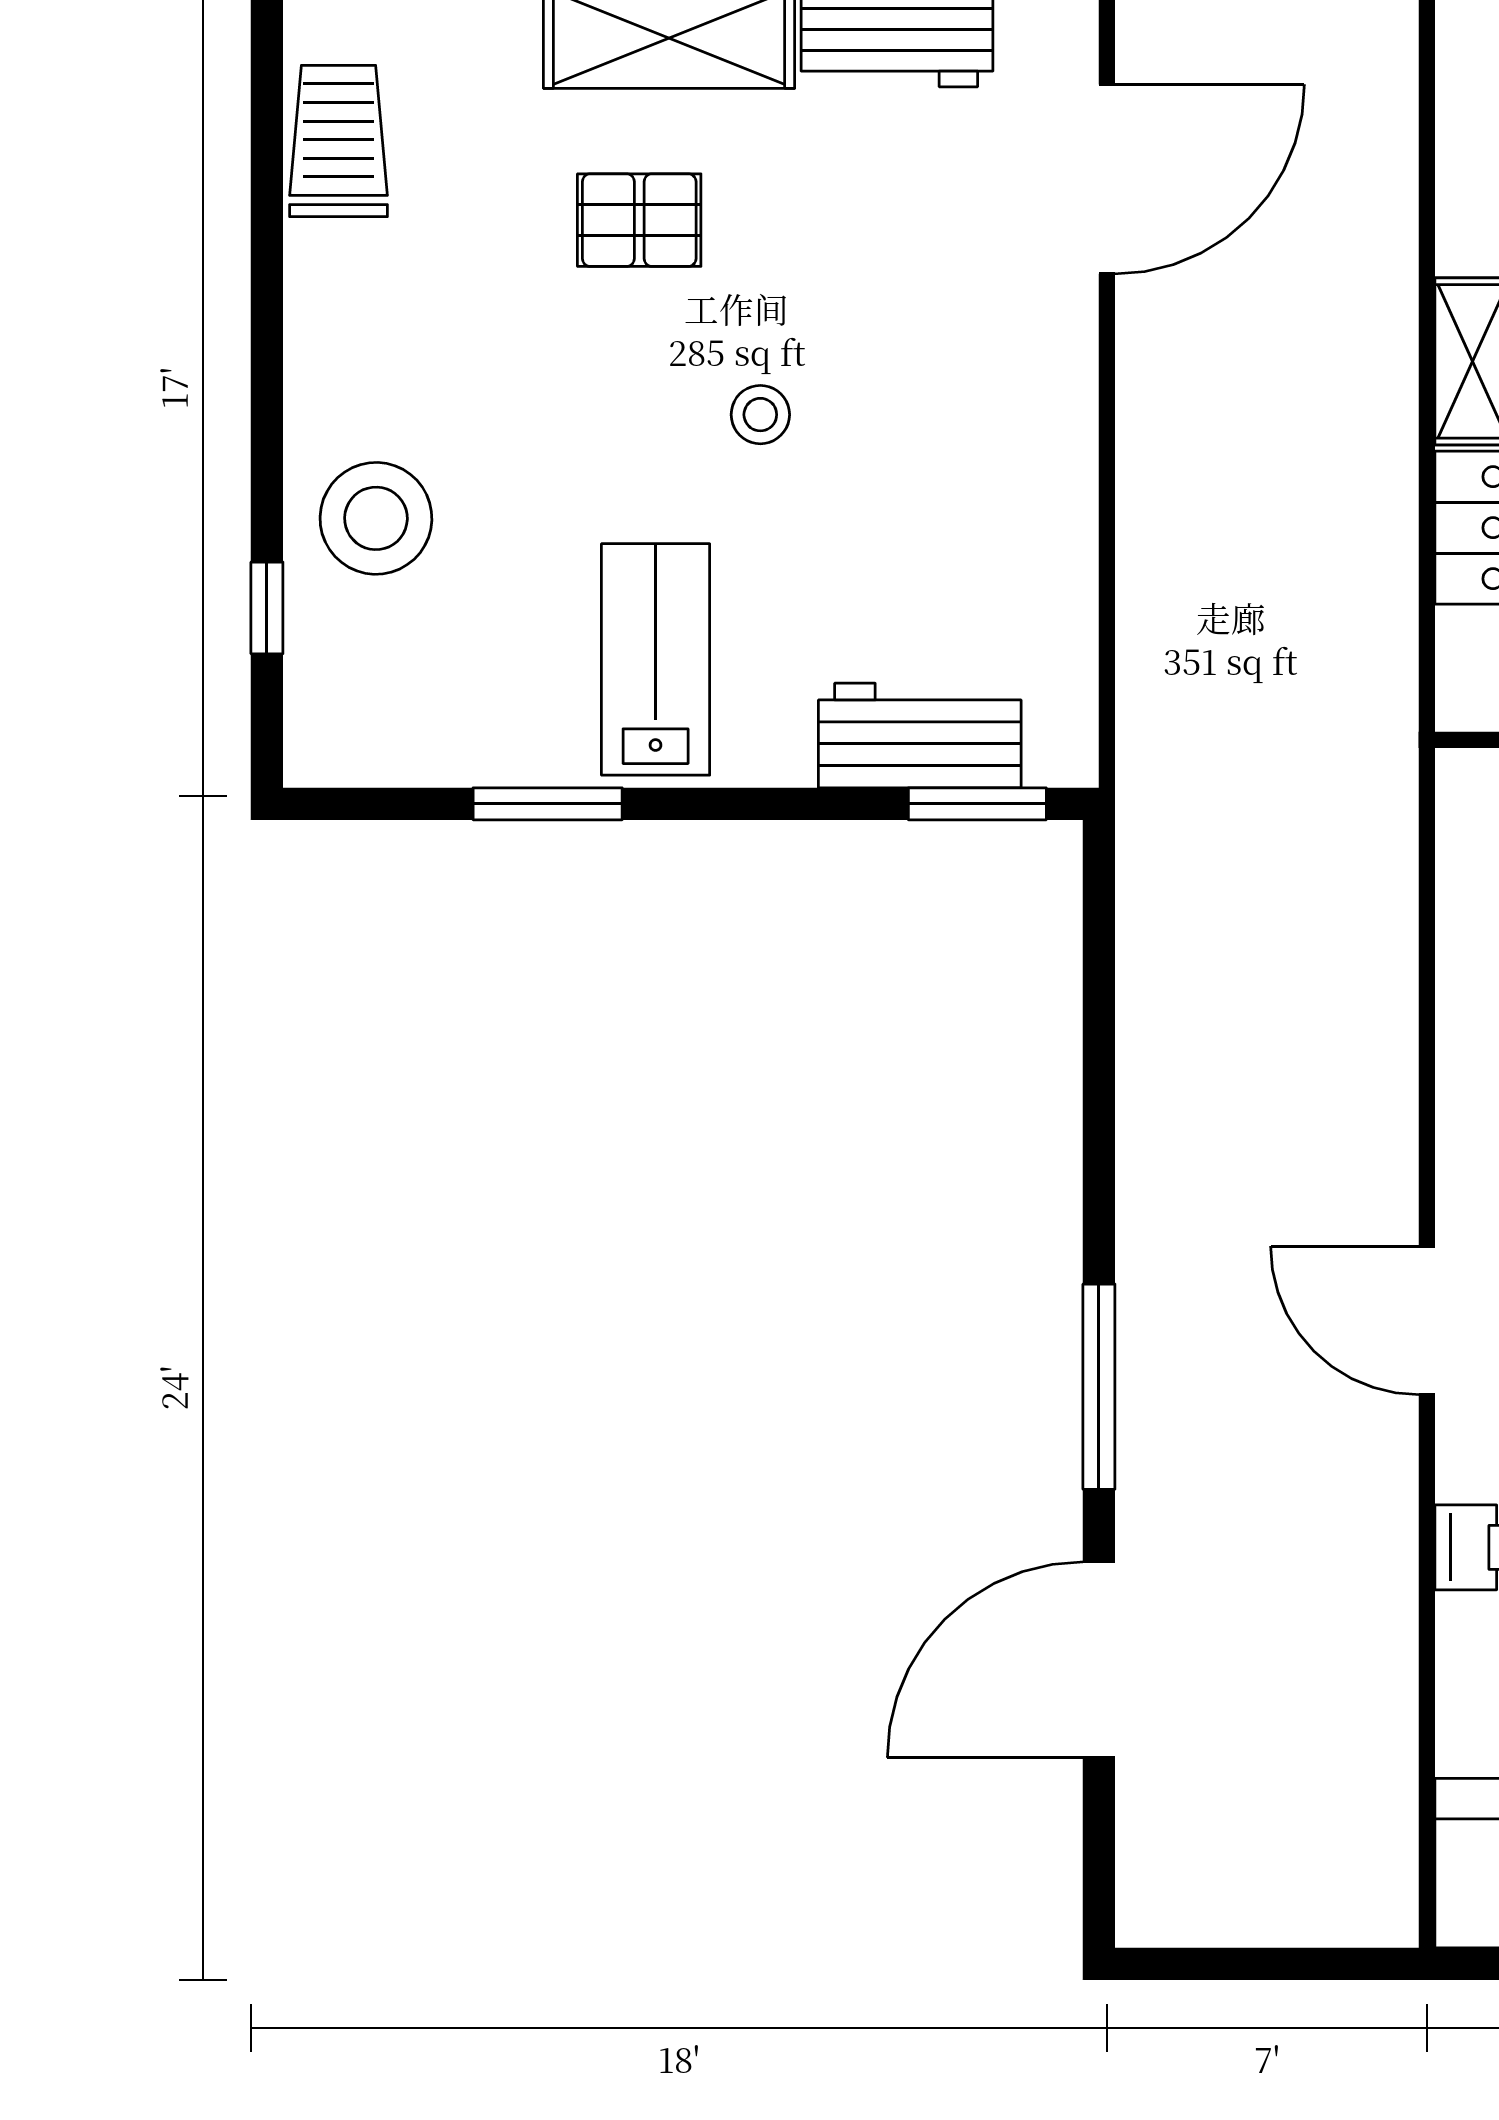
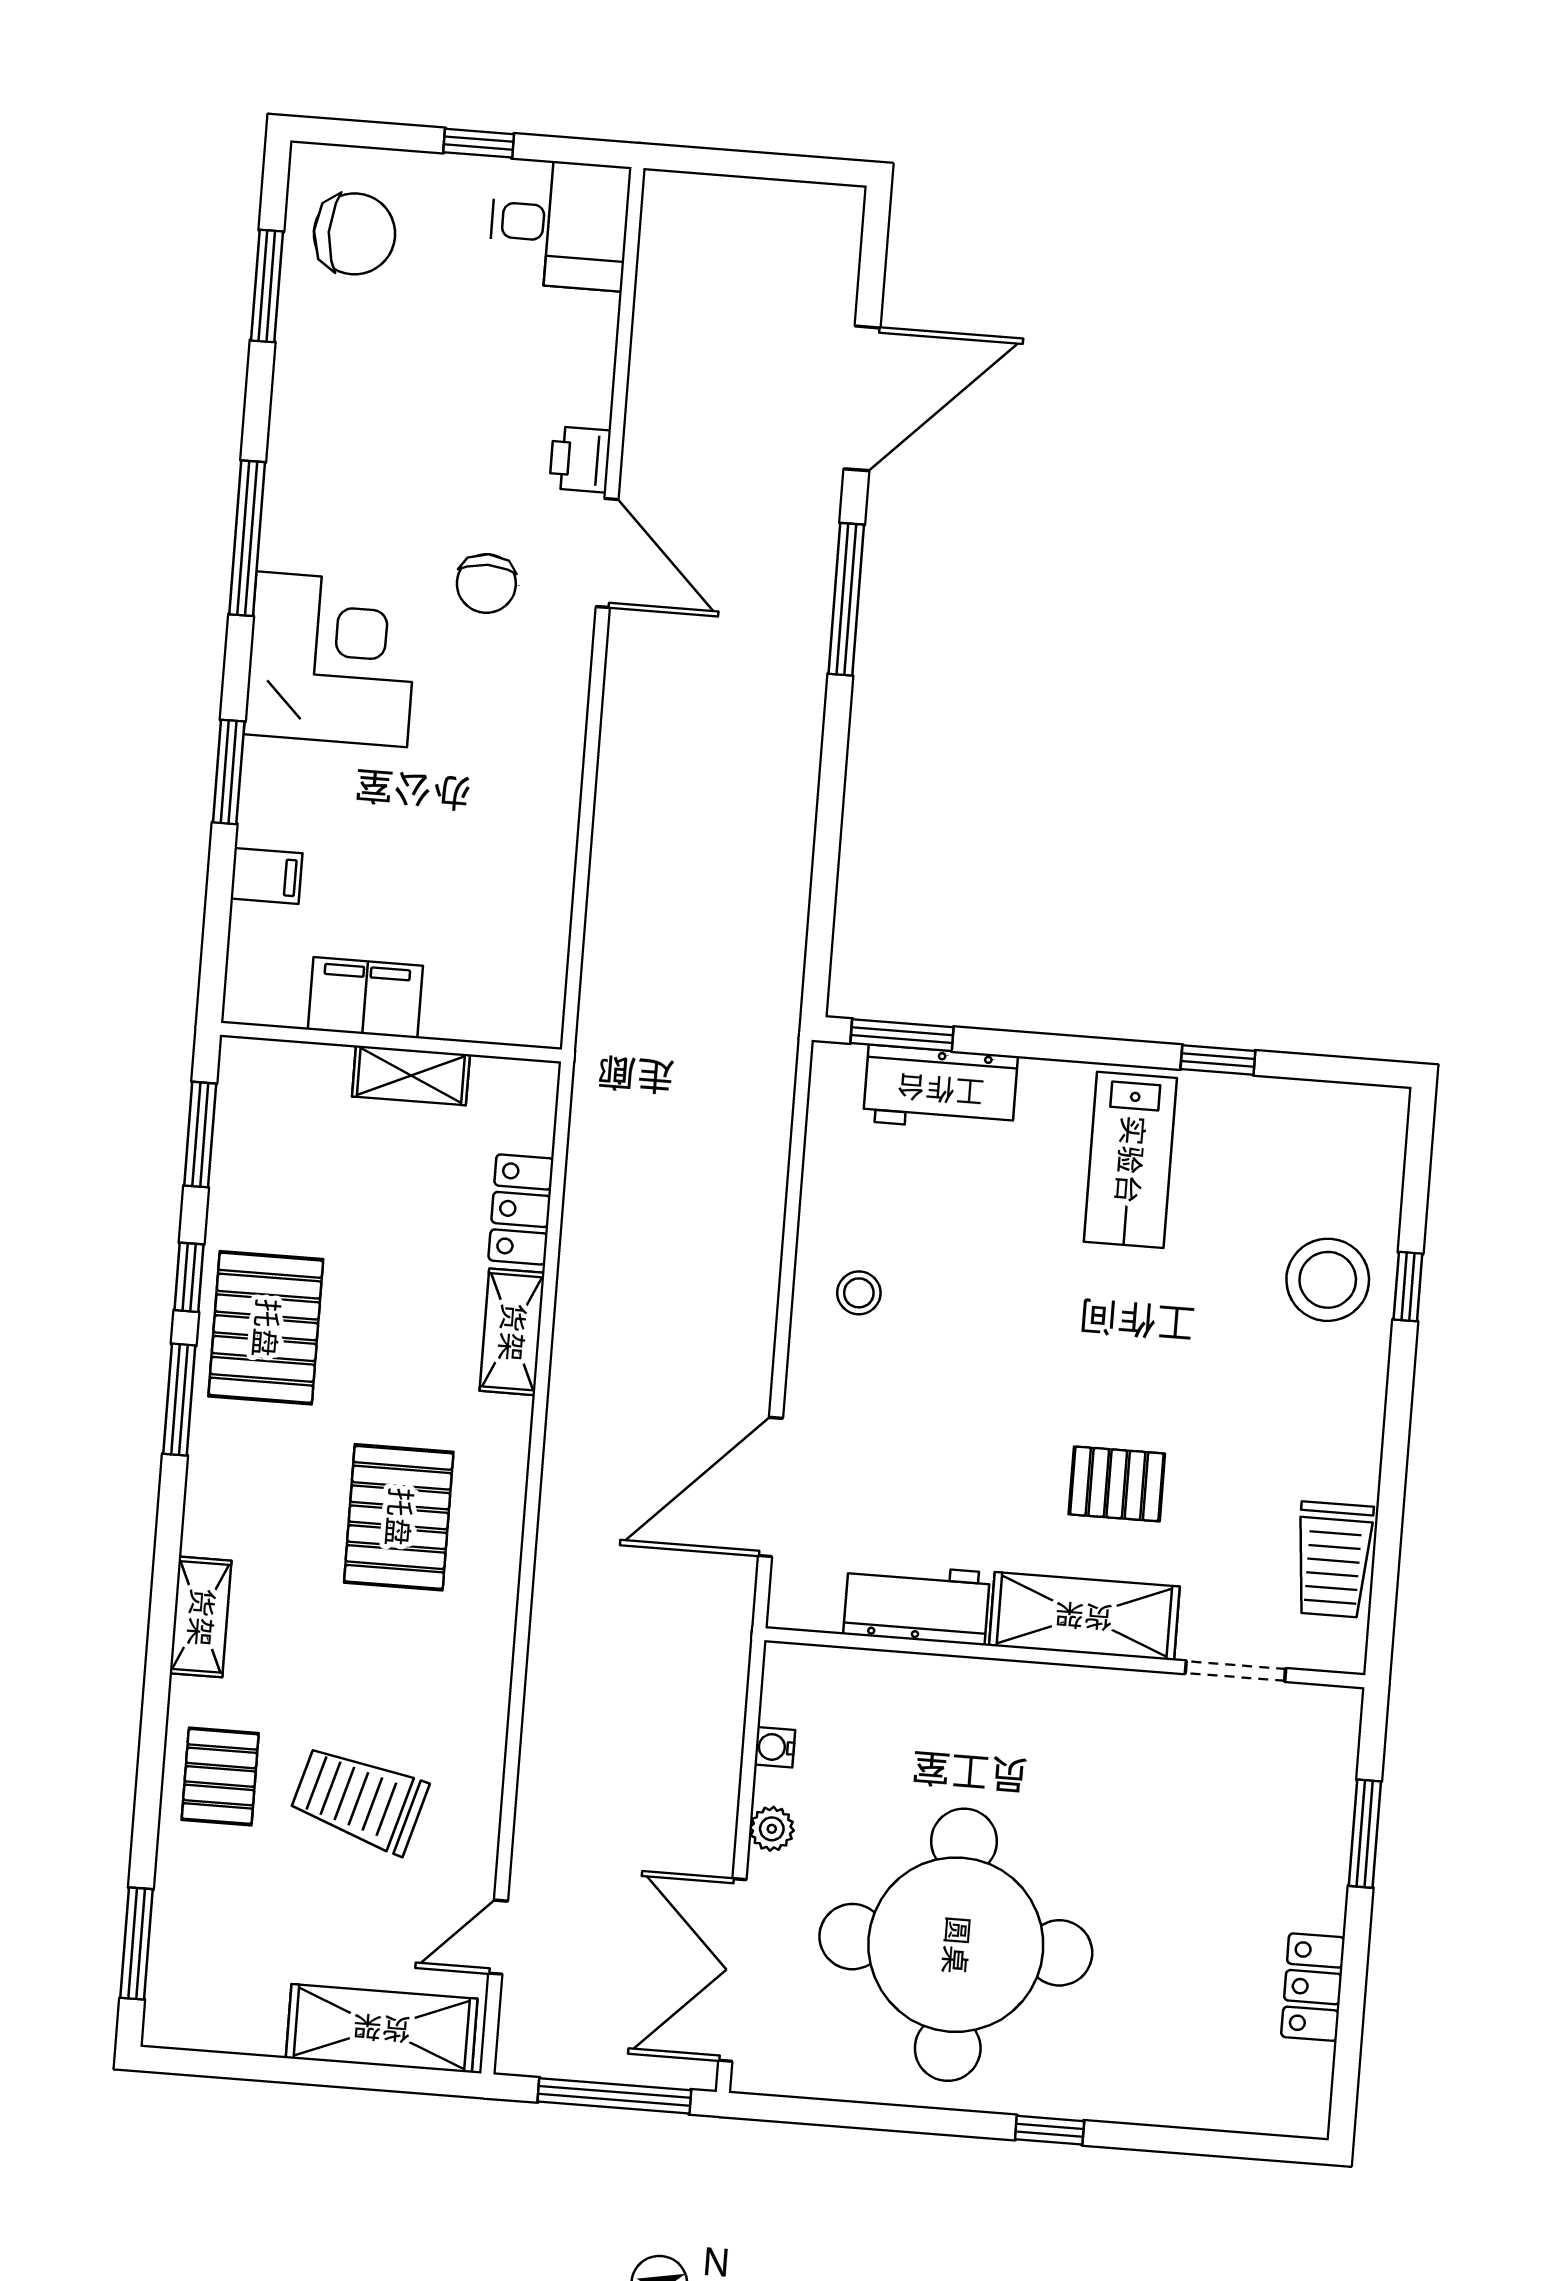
stool: (760, 415) -> (859, 1293), moved
window: (267, 608) -> (1408, 1287), moved
window: (548, 804) -> (1218, 1060), width x0.67
door: (1427, 1320) -> (607, 553), moved

